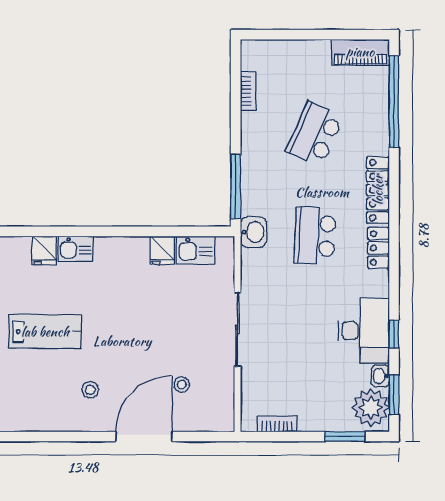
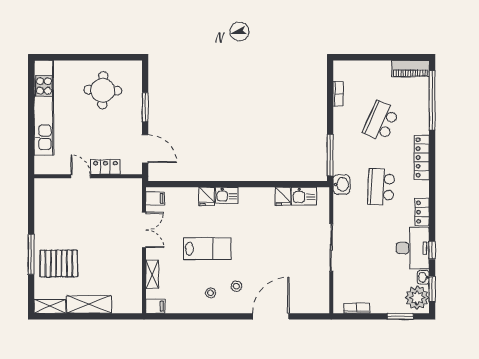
locker: (378, 248) -> (422, 212), moved
stool: (182, 385) -> (211, 293), moved

